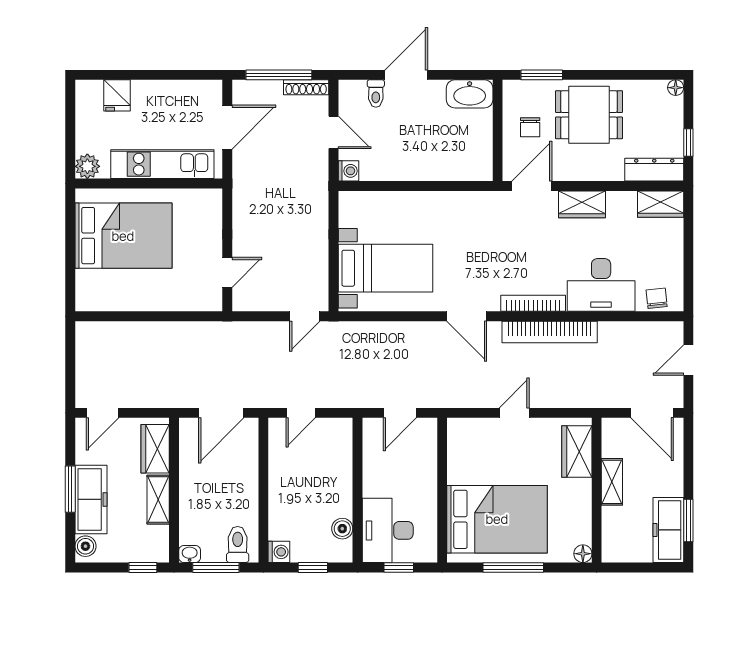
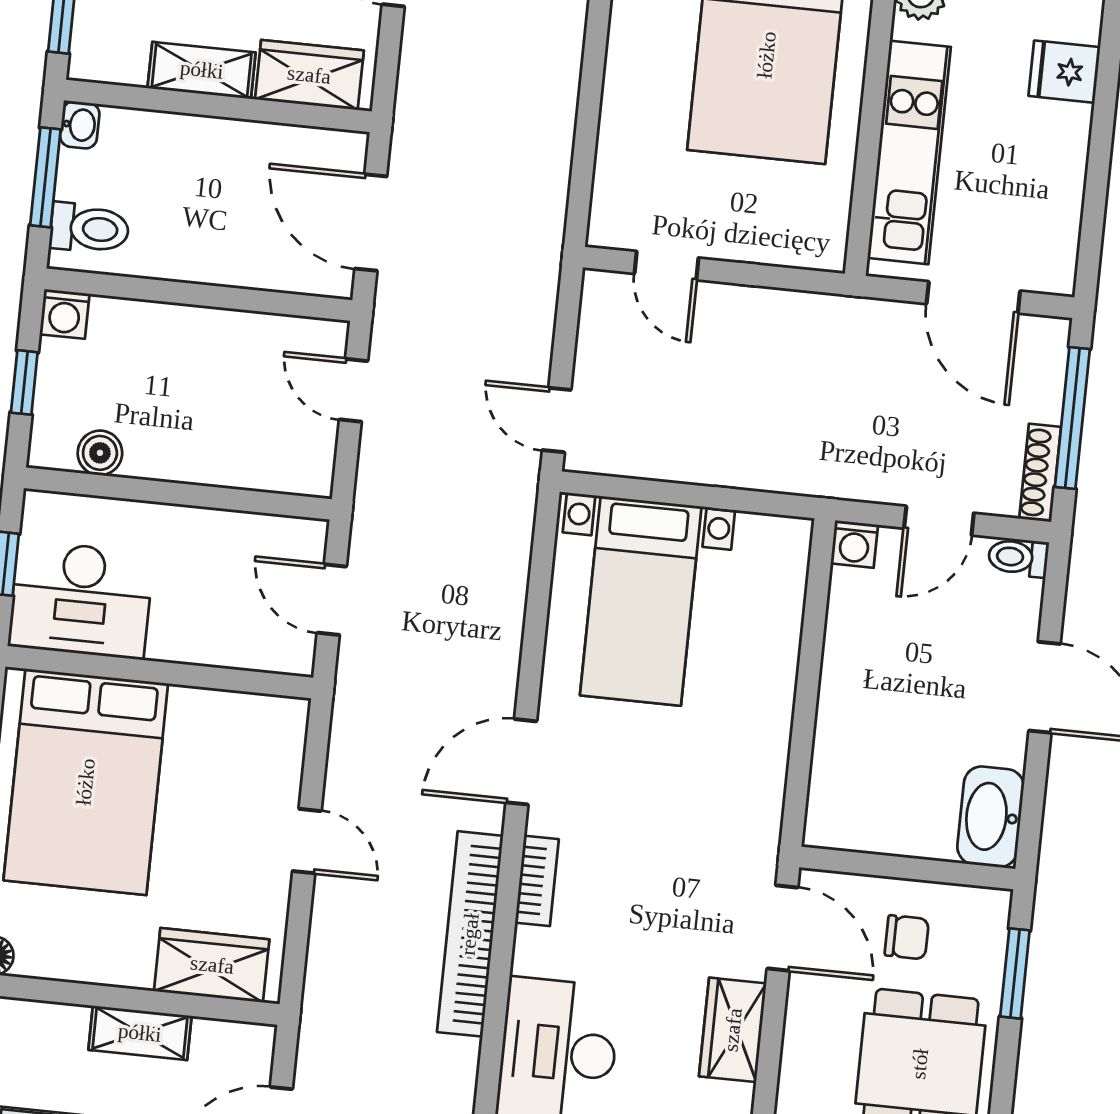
toilet: (376, 93) -> (1018, 557), moved
chair: (530, 127) -> (907, 937), turned 180
bookcase: (533, 303) -> (537, 881), width x0.64
desk: (388, 530) -> (81, 600), moved, turned 180

